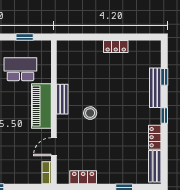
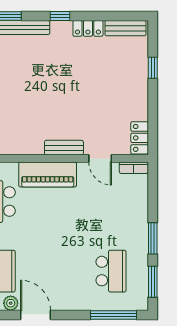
bench: (62, 99) -> (64, 148), moved
stool: (90, 113) -> (57, 112), removed
locker: (83, 177) -> (140, 138), moved

